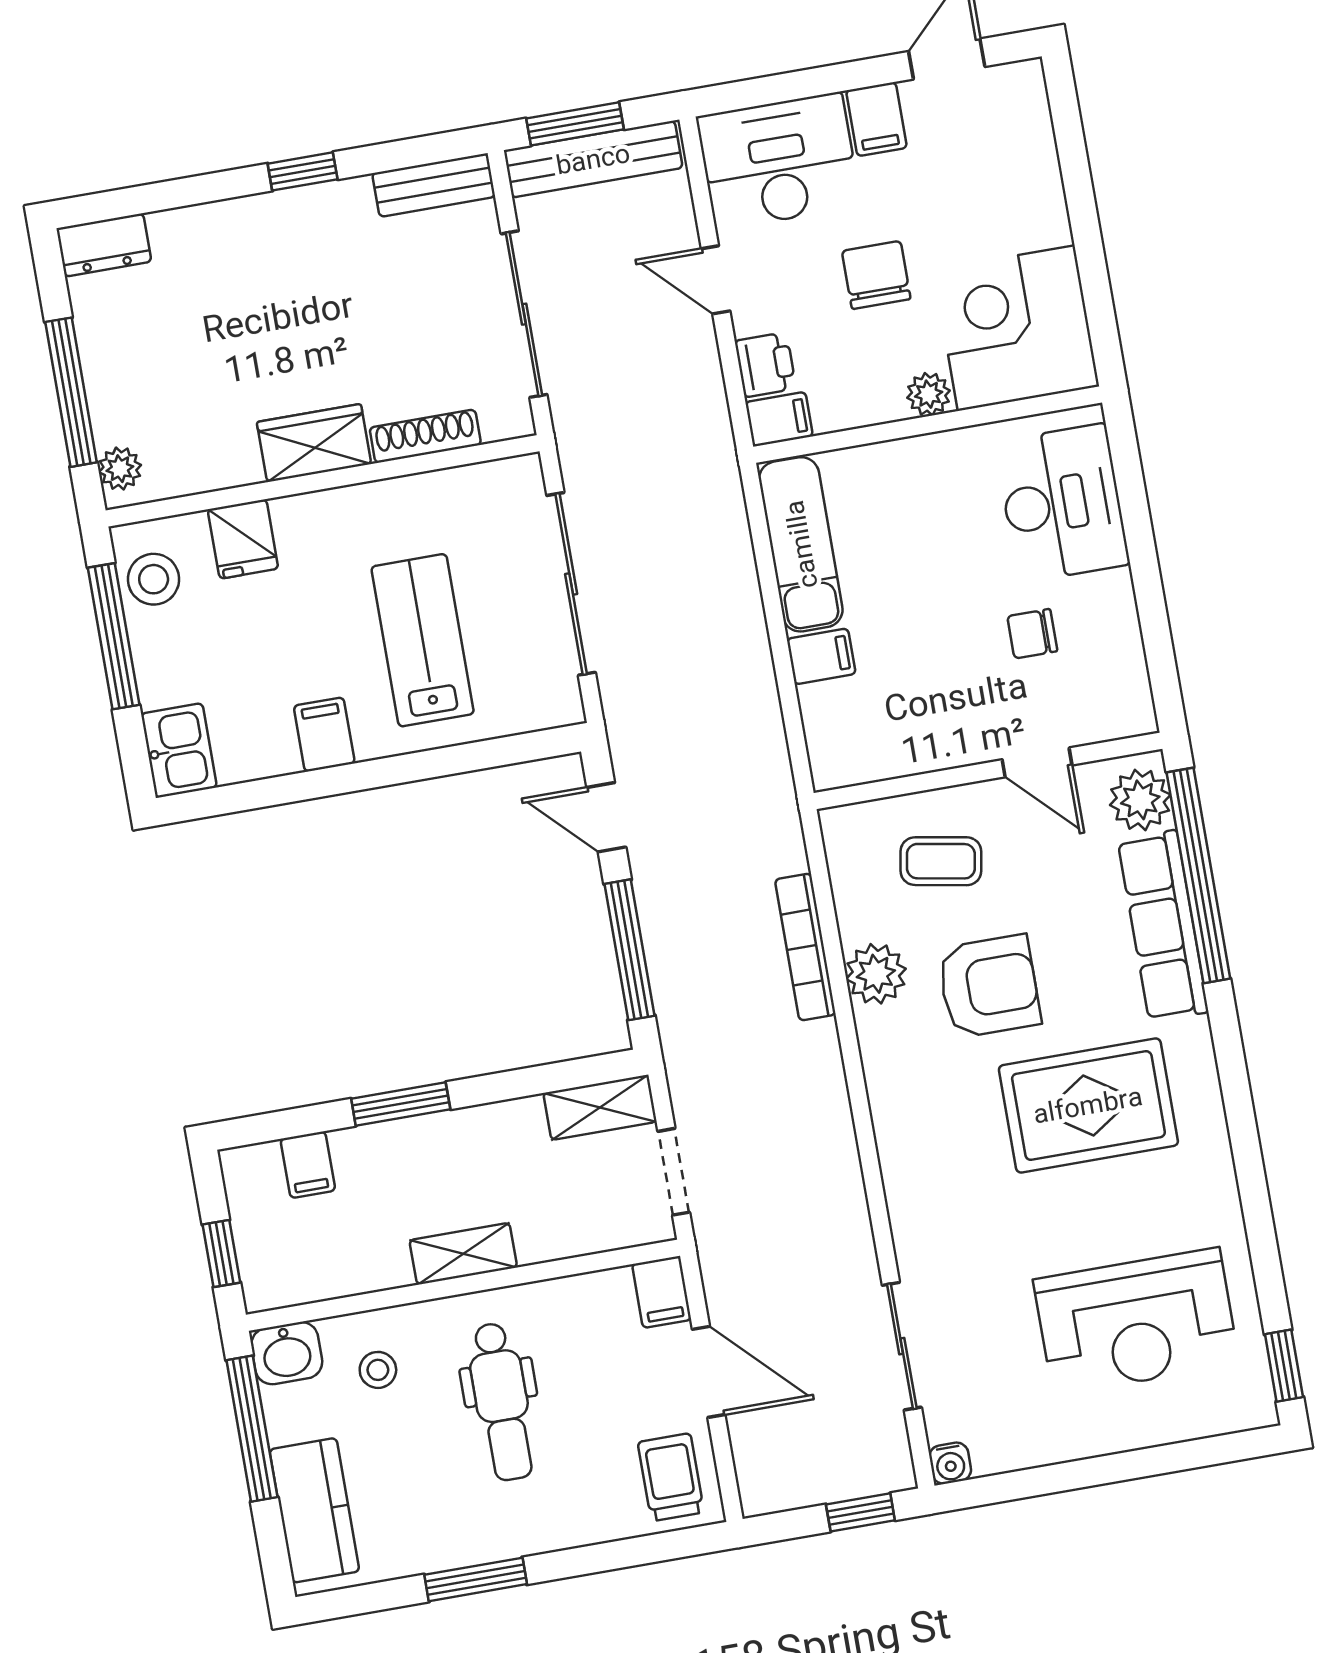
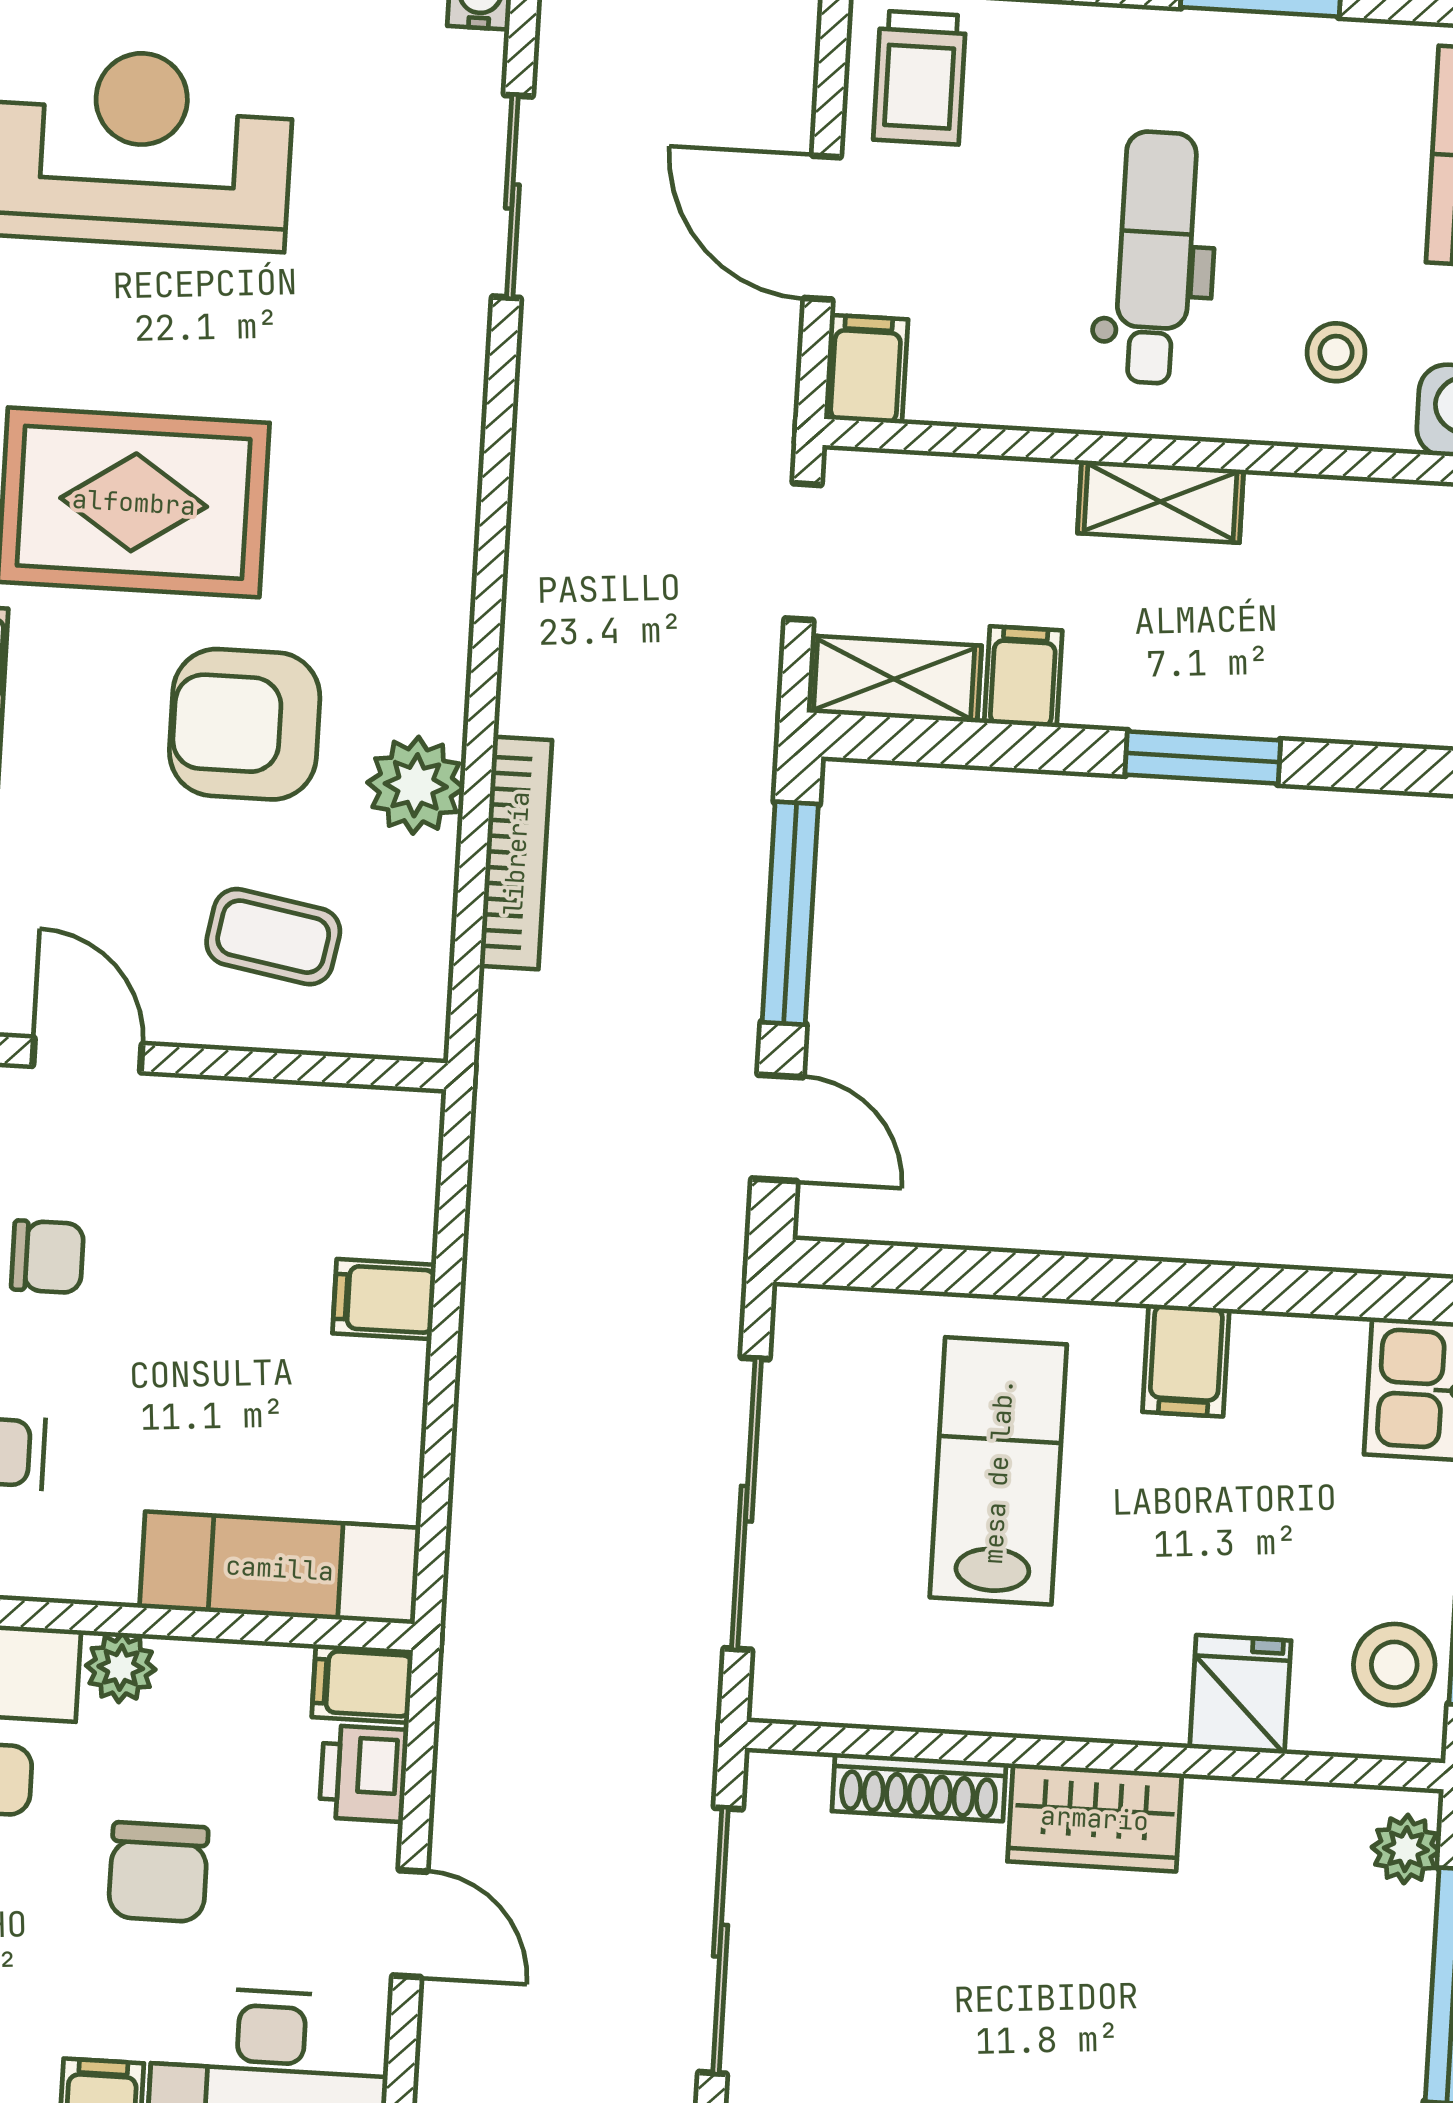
exam couch: (801, 544) -> (280, 1568), moved, turned 90
lab bench: (423, 640) -> (998, 1471), turned 180
filing cabinet: (308, 1165) -> (1023, 677), moved

